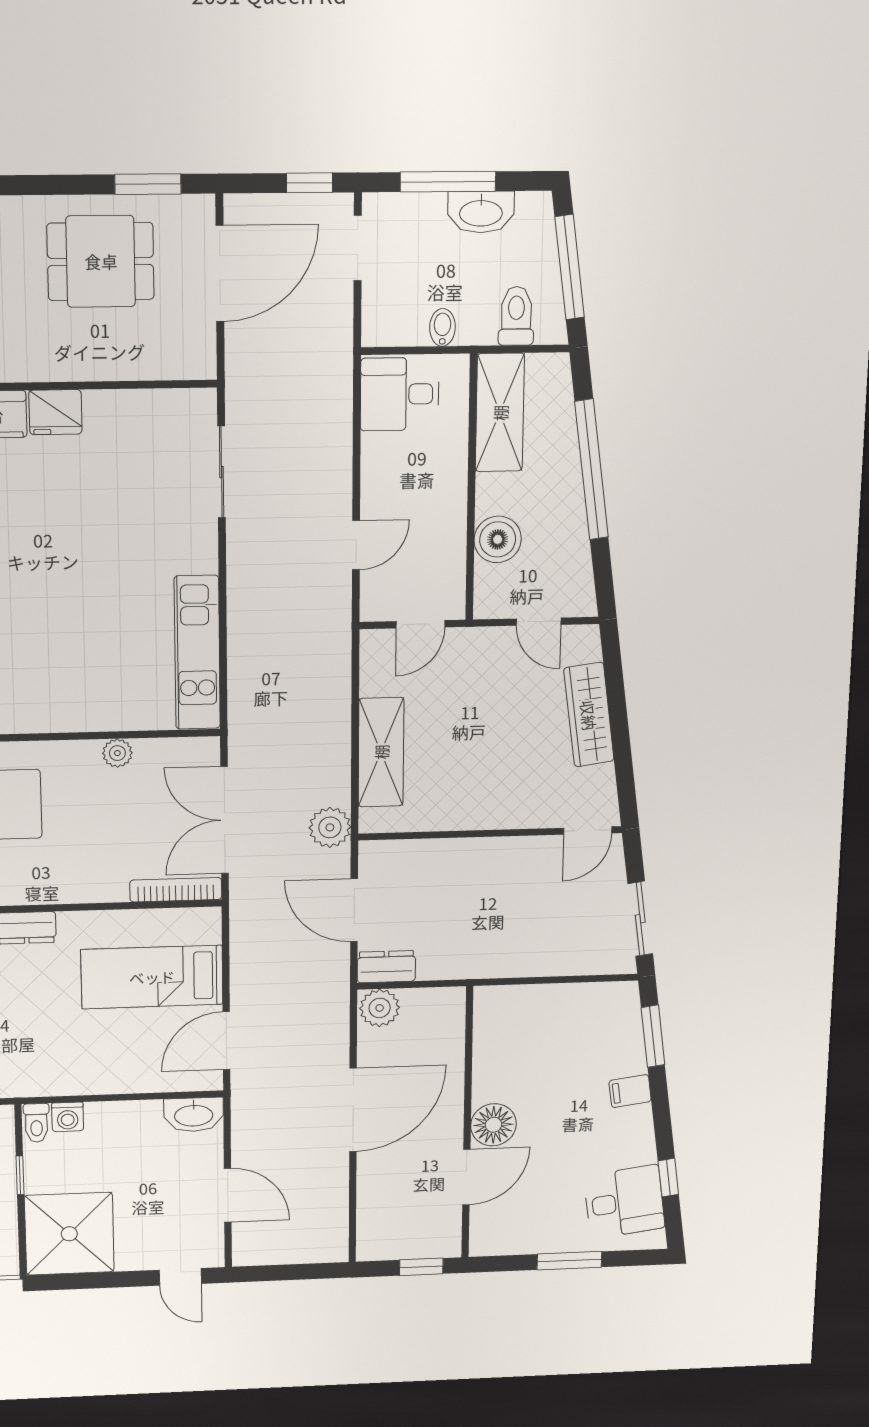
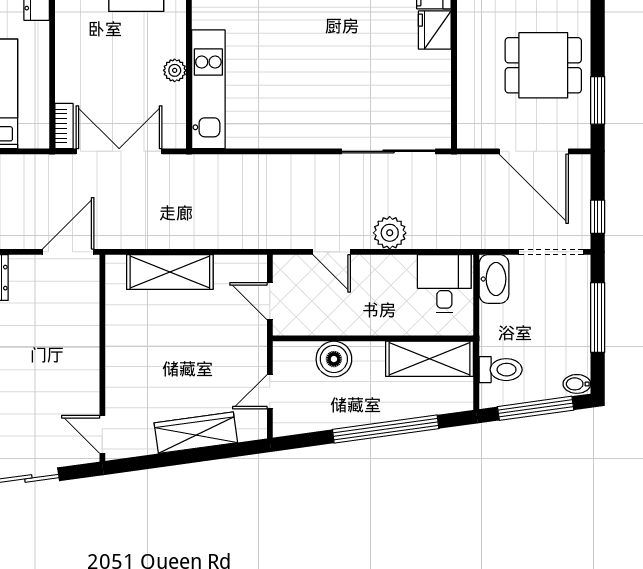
washbasin: (481, 212) -> (494, 279), moved, turned 180
doorway: (358, 248) -> (551, 252), width x1.38
dining table: (101, 261) -> (543, 65), turned 90
bidet: (442, 327) -> (577, 384), moved, turned 180
sliding door: (222, 472) -> (388, 151), width x1.37
kitchen unit: (197, 653) -> (208, 89), moved, turned 90
plant: (330, 827) -> (390, 233), moved
bookcase: (176, 890) -> (64, 126), width x0.64
door: (354, 910) -> (68, 252), moved

